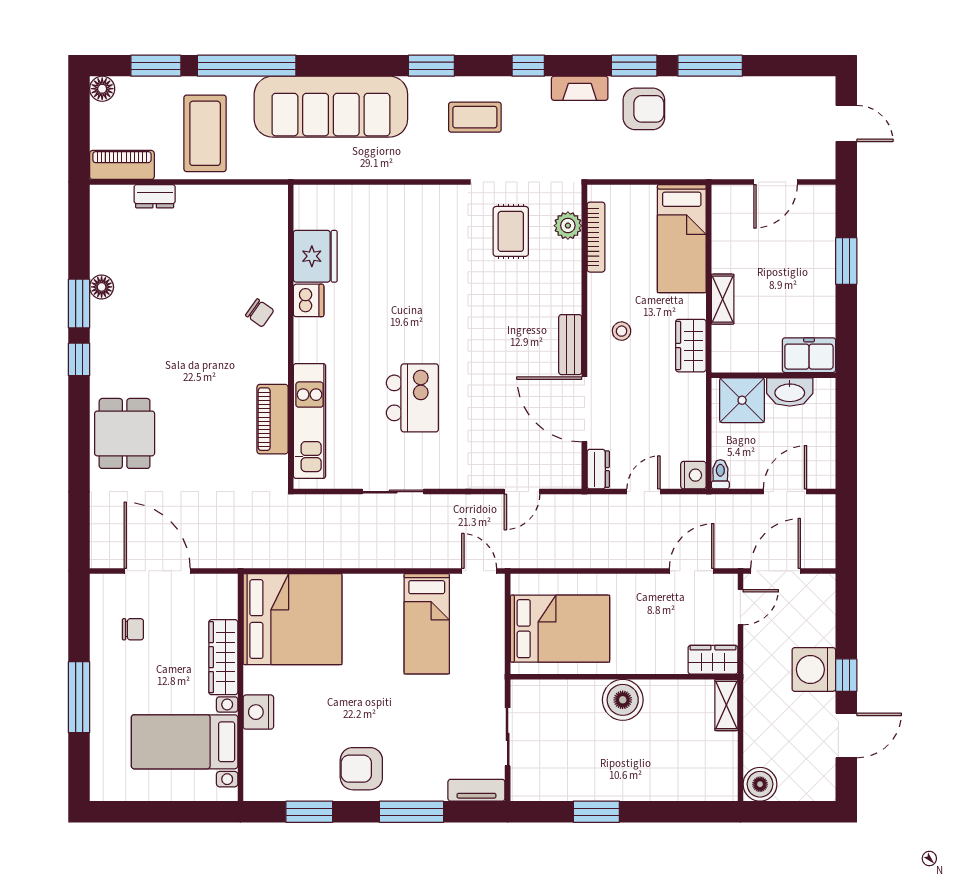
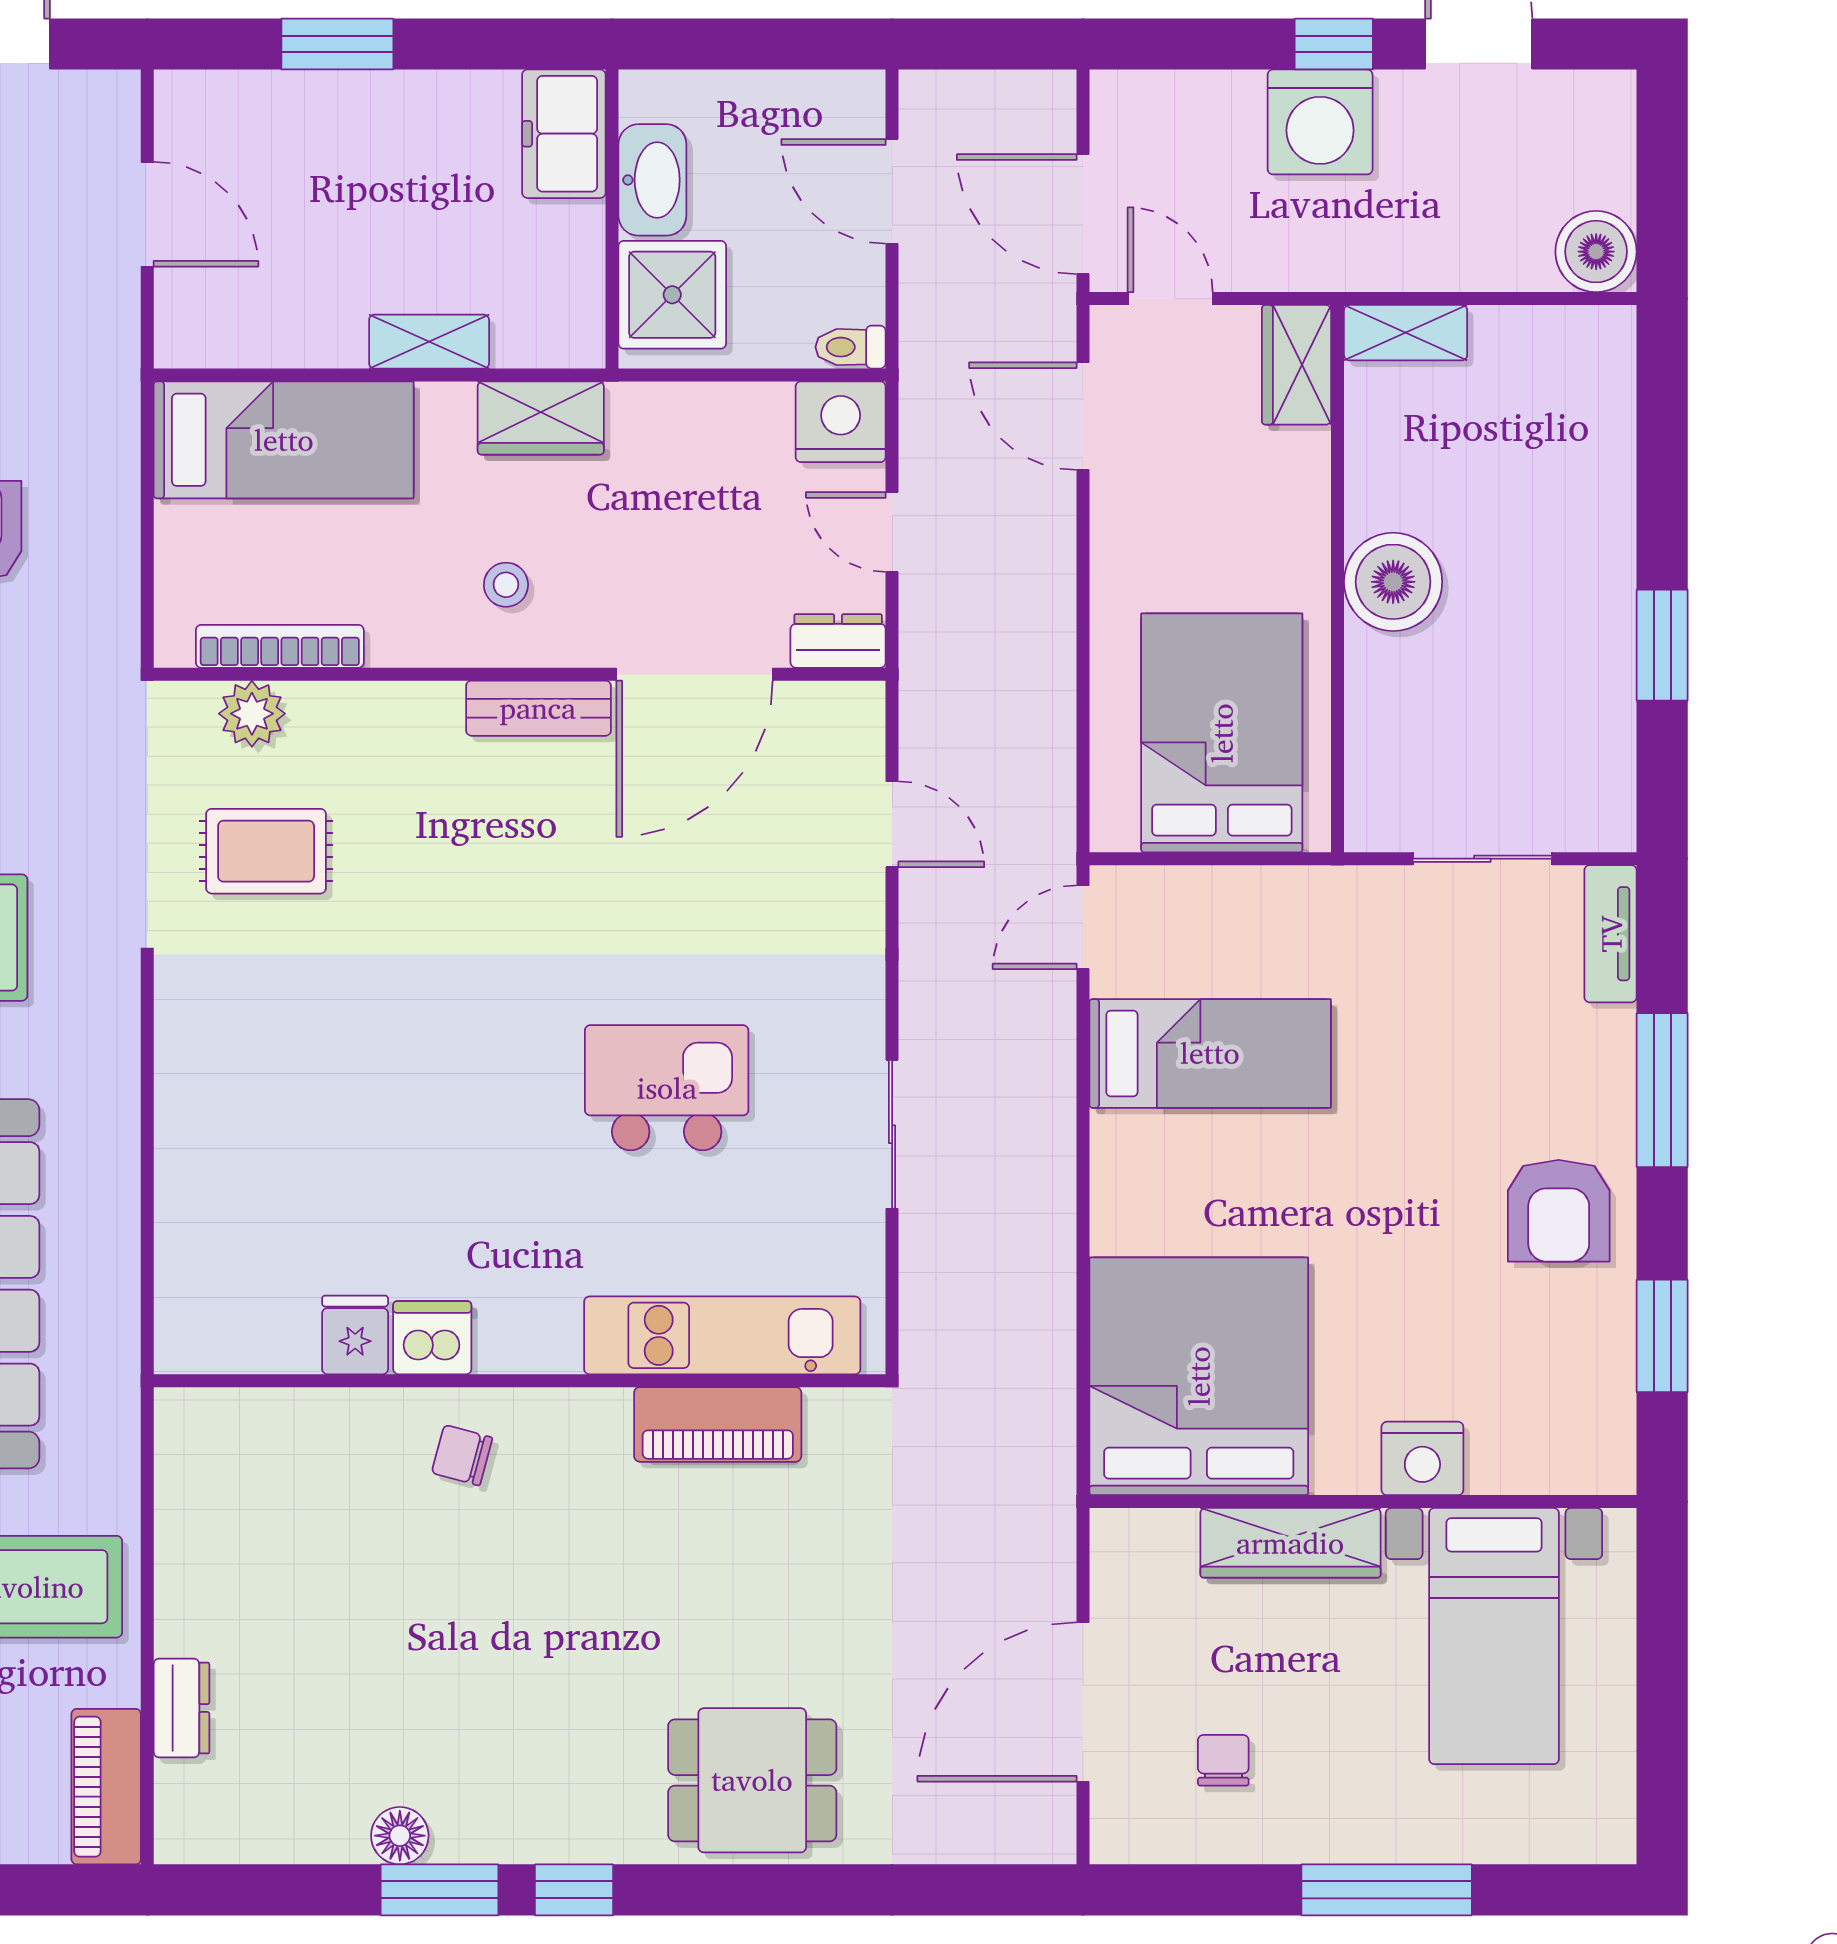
fridge: (315, 256) -> (355, 1335), width x0.53, depth x0.75
chair: (260, 313) -> (462, 1455), turned -110
nightstand: (693, 475) -> (841, 422), width x1.36, depth x1.33

